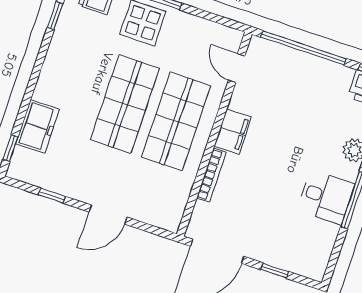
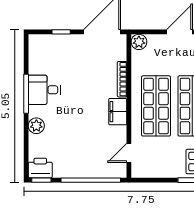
door: (237, 68) -> (129, 153), swing flipped
plant: (170, 220) -> (139, 42), added

